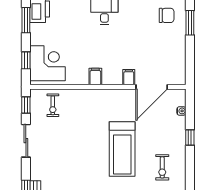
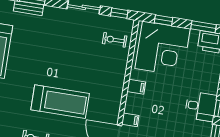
corner desk: (47, 63) -> (162, 49), width x1.36, depth x1.36
treadmill: (122, 149) -> (60, 102), turned 180

